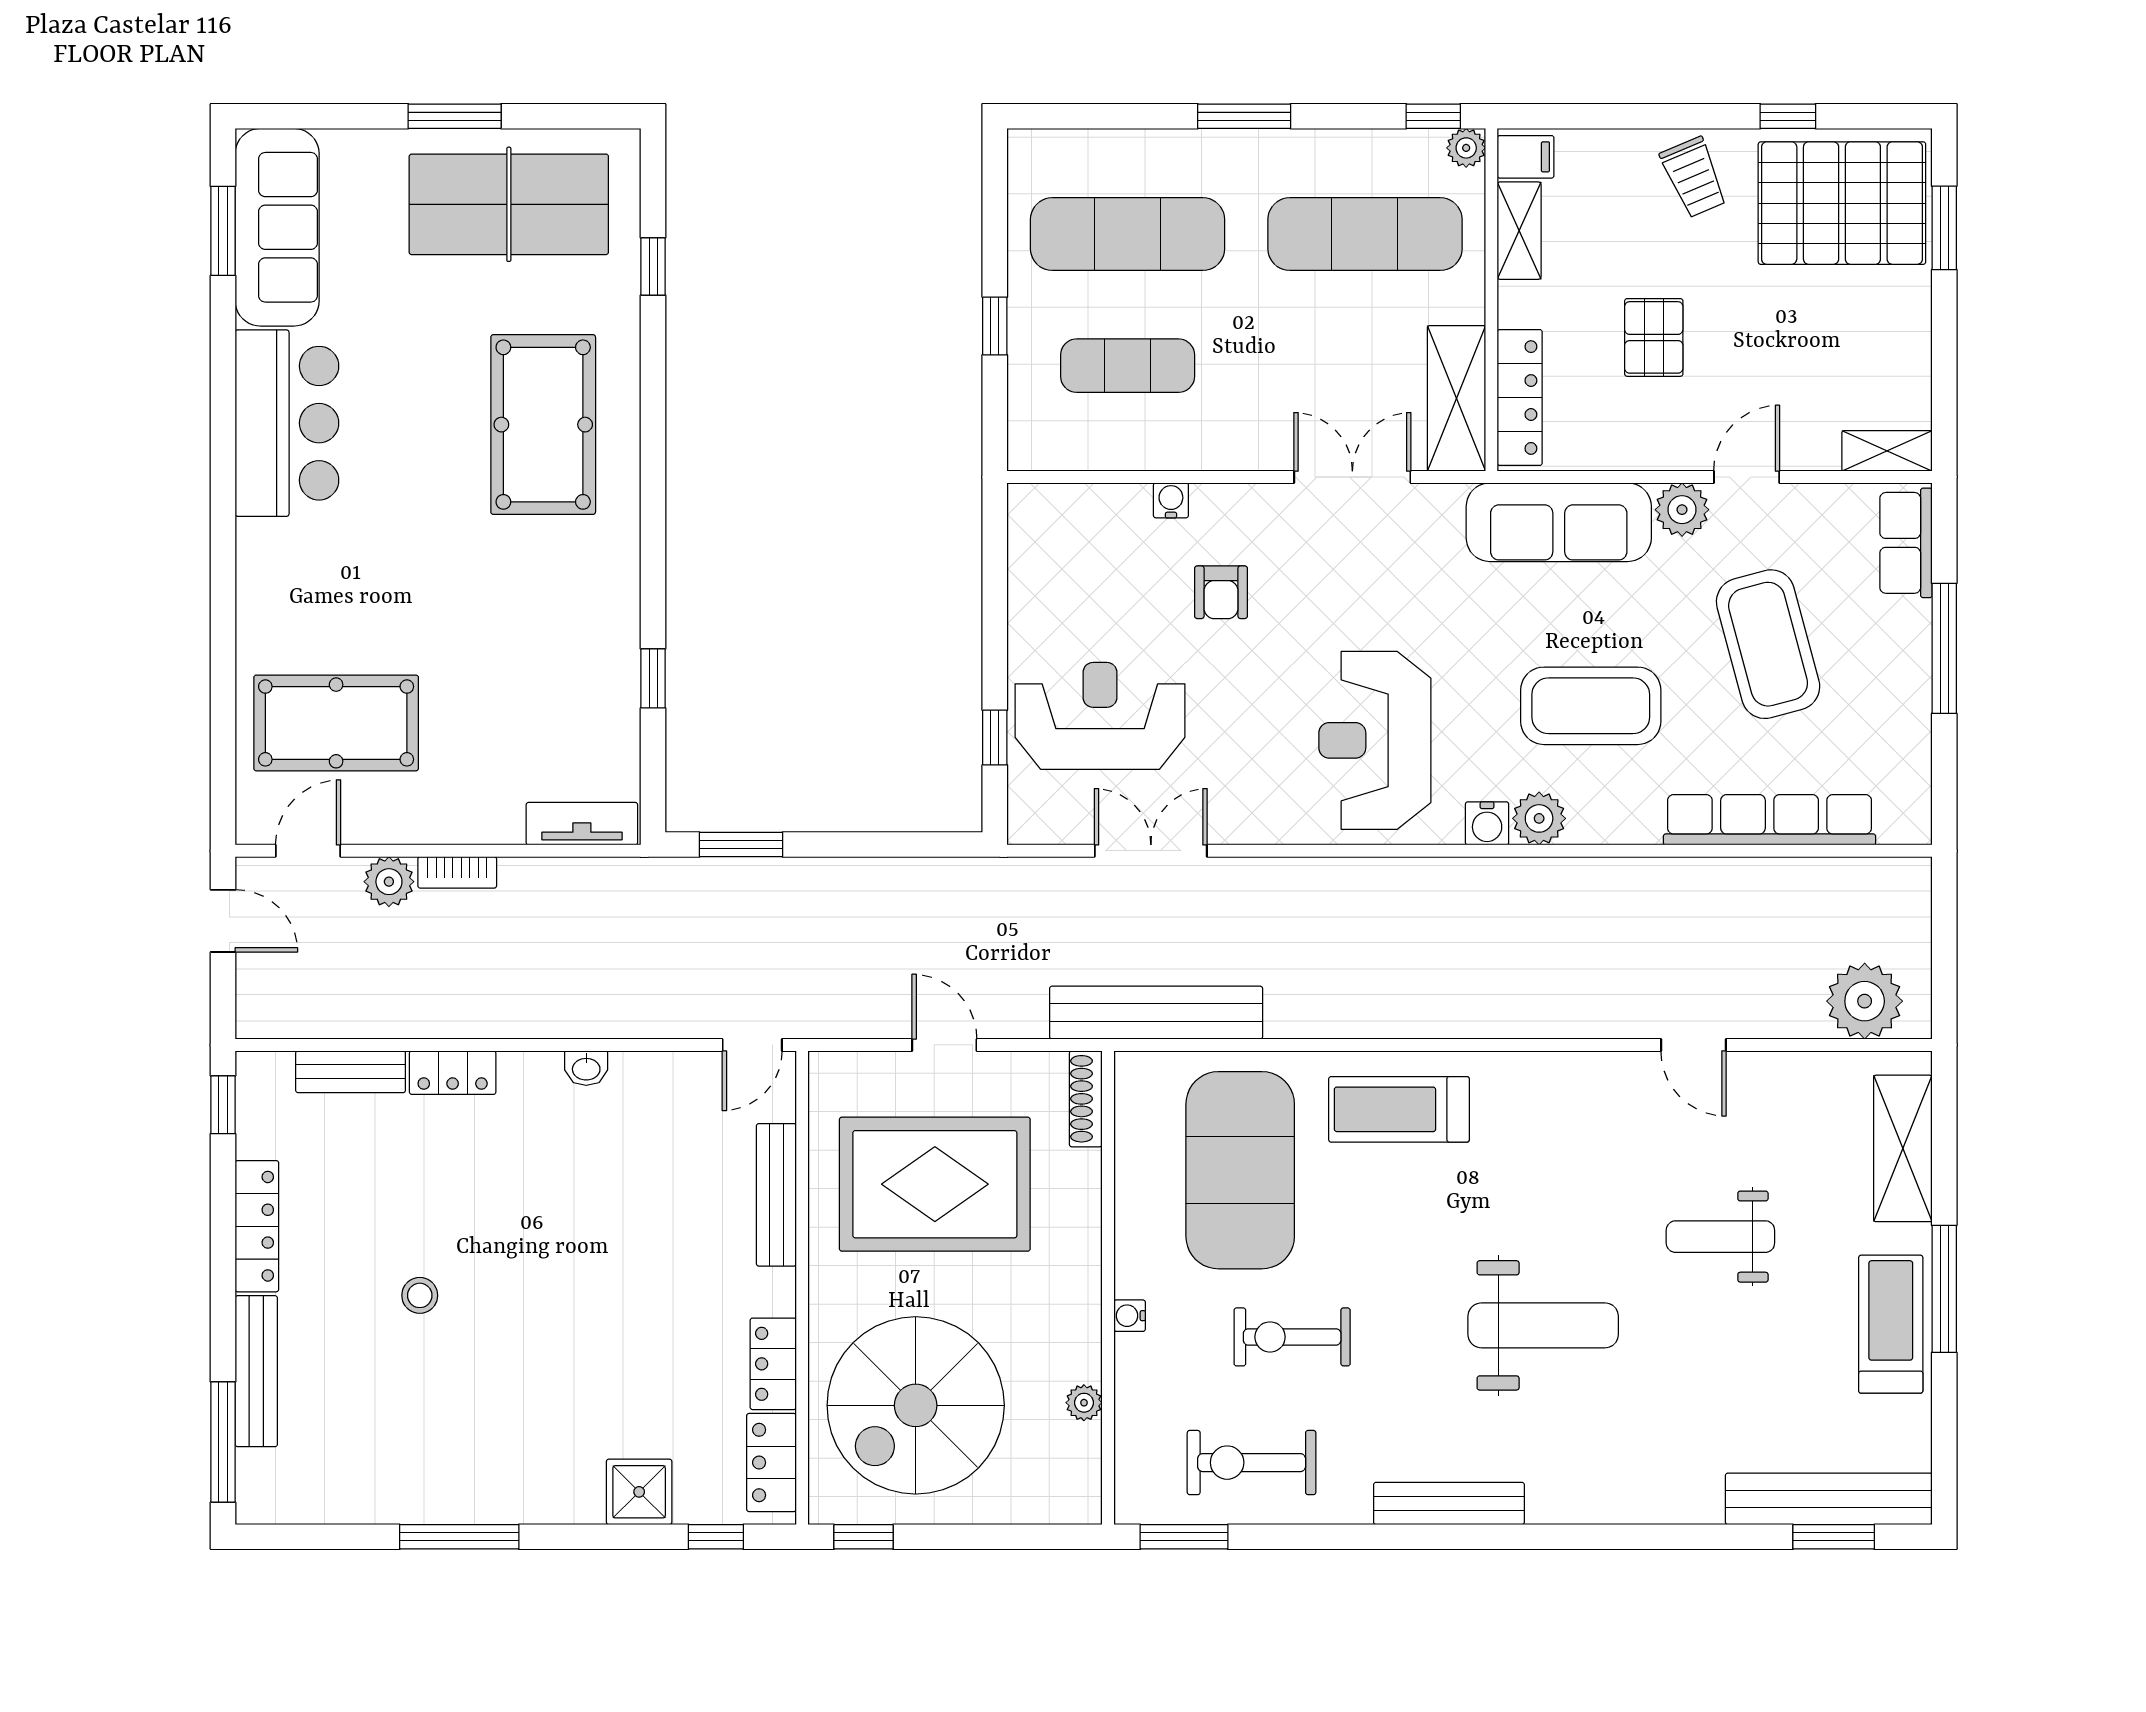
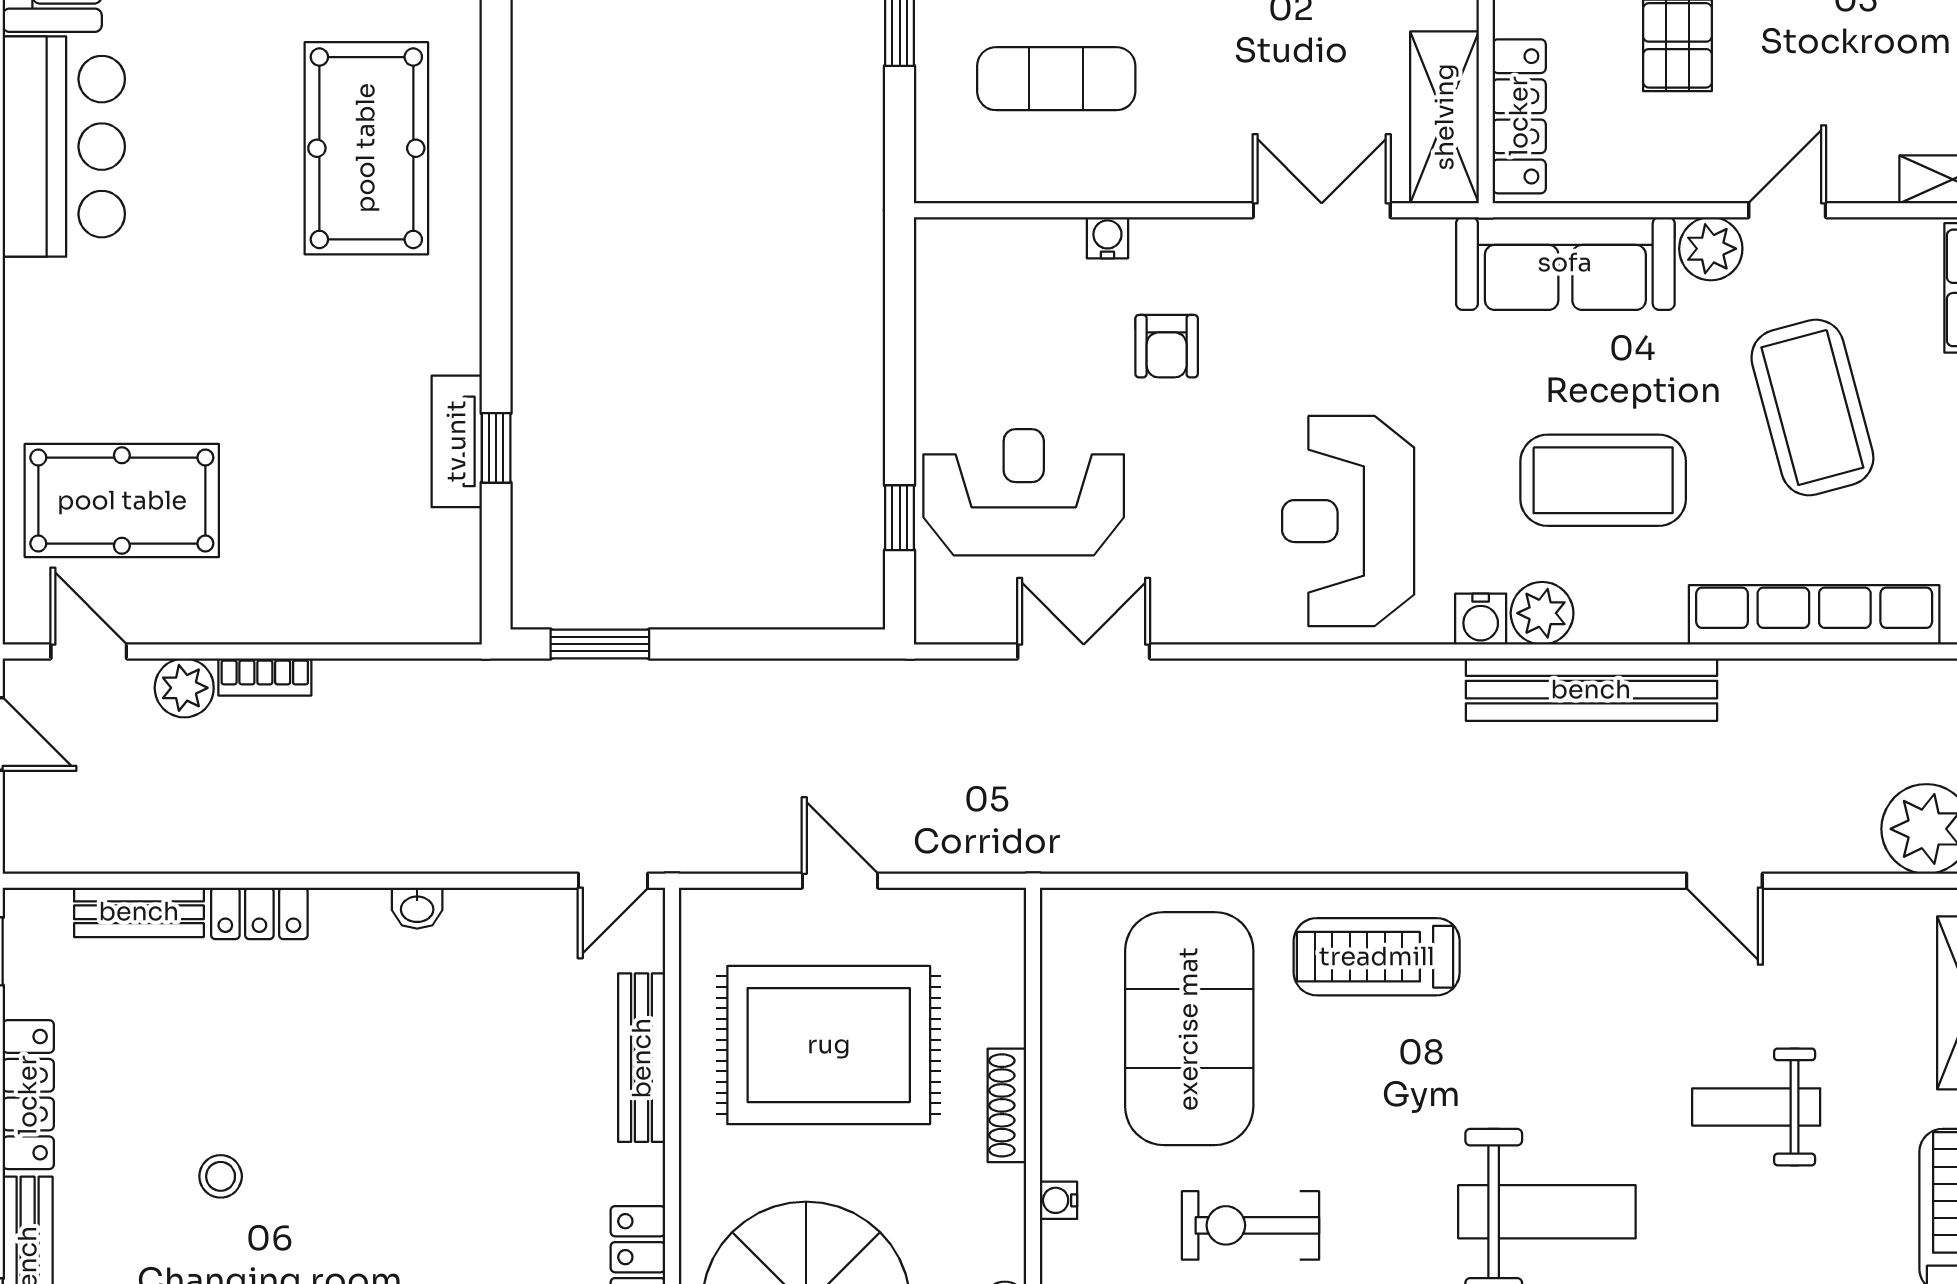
tv unit: (582, 824) -> (457, 441), moved, turned -90
door: (308, 851) -> (89, 651), hinge flipped
bench: (1156, 1013) -> (1591, 690), moved
shoe rack: (1086, 1099) -> (1007, 1105), moved

